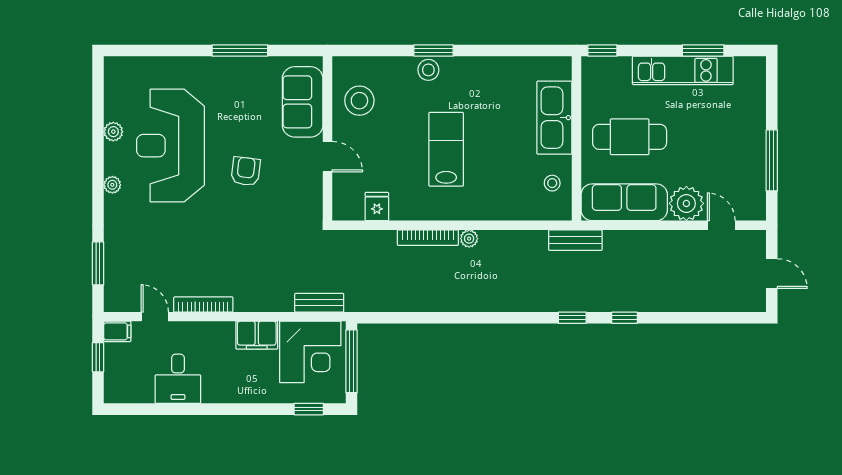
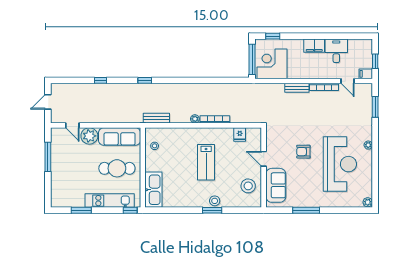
kitchen unit: (683, 70) -> (110, 201), moved
kitchen sink: (554, 118) -> (153, 190), moved
plant: (113, 132) -> (368, 202), moved
armchair: (246, 171) -> (303, 152), turned 83
bench: (575, 240) -> (156, 118), moved
door: (772, 274) -> (48, 102), hinge flipped
bench: (319, 303) -> (297, 88), moved
window: (624, 318) -> (101, 80), moved
filing cabinet: (257, 335) -> (314, 46), moved, turned 180

